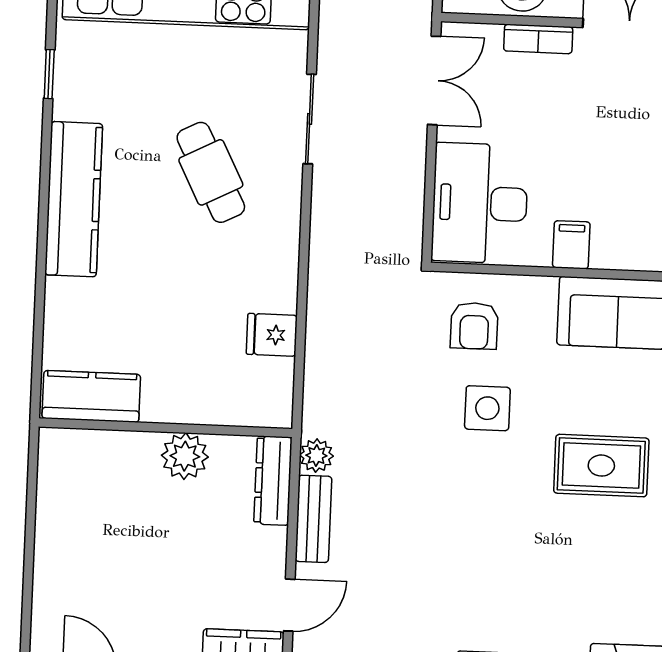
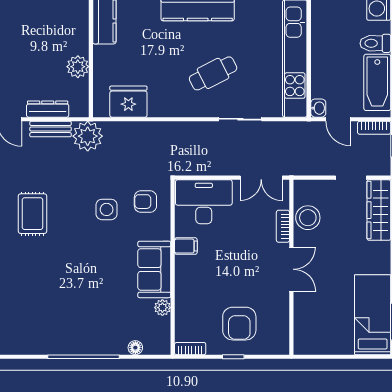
fridge: (272, 335) -> (128, 102), width x1.88, depth x1.34
plant: (316, 456) -> (88, 136), width x1.88, depth x1.88
rug: (601, 466) -> (32, 214), moved
dresser: (273, 481) -> (48, 109), moved

